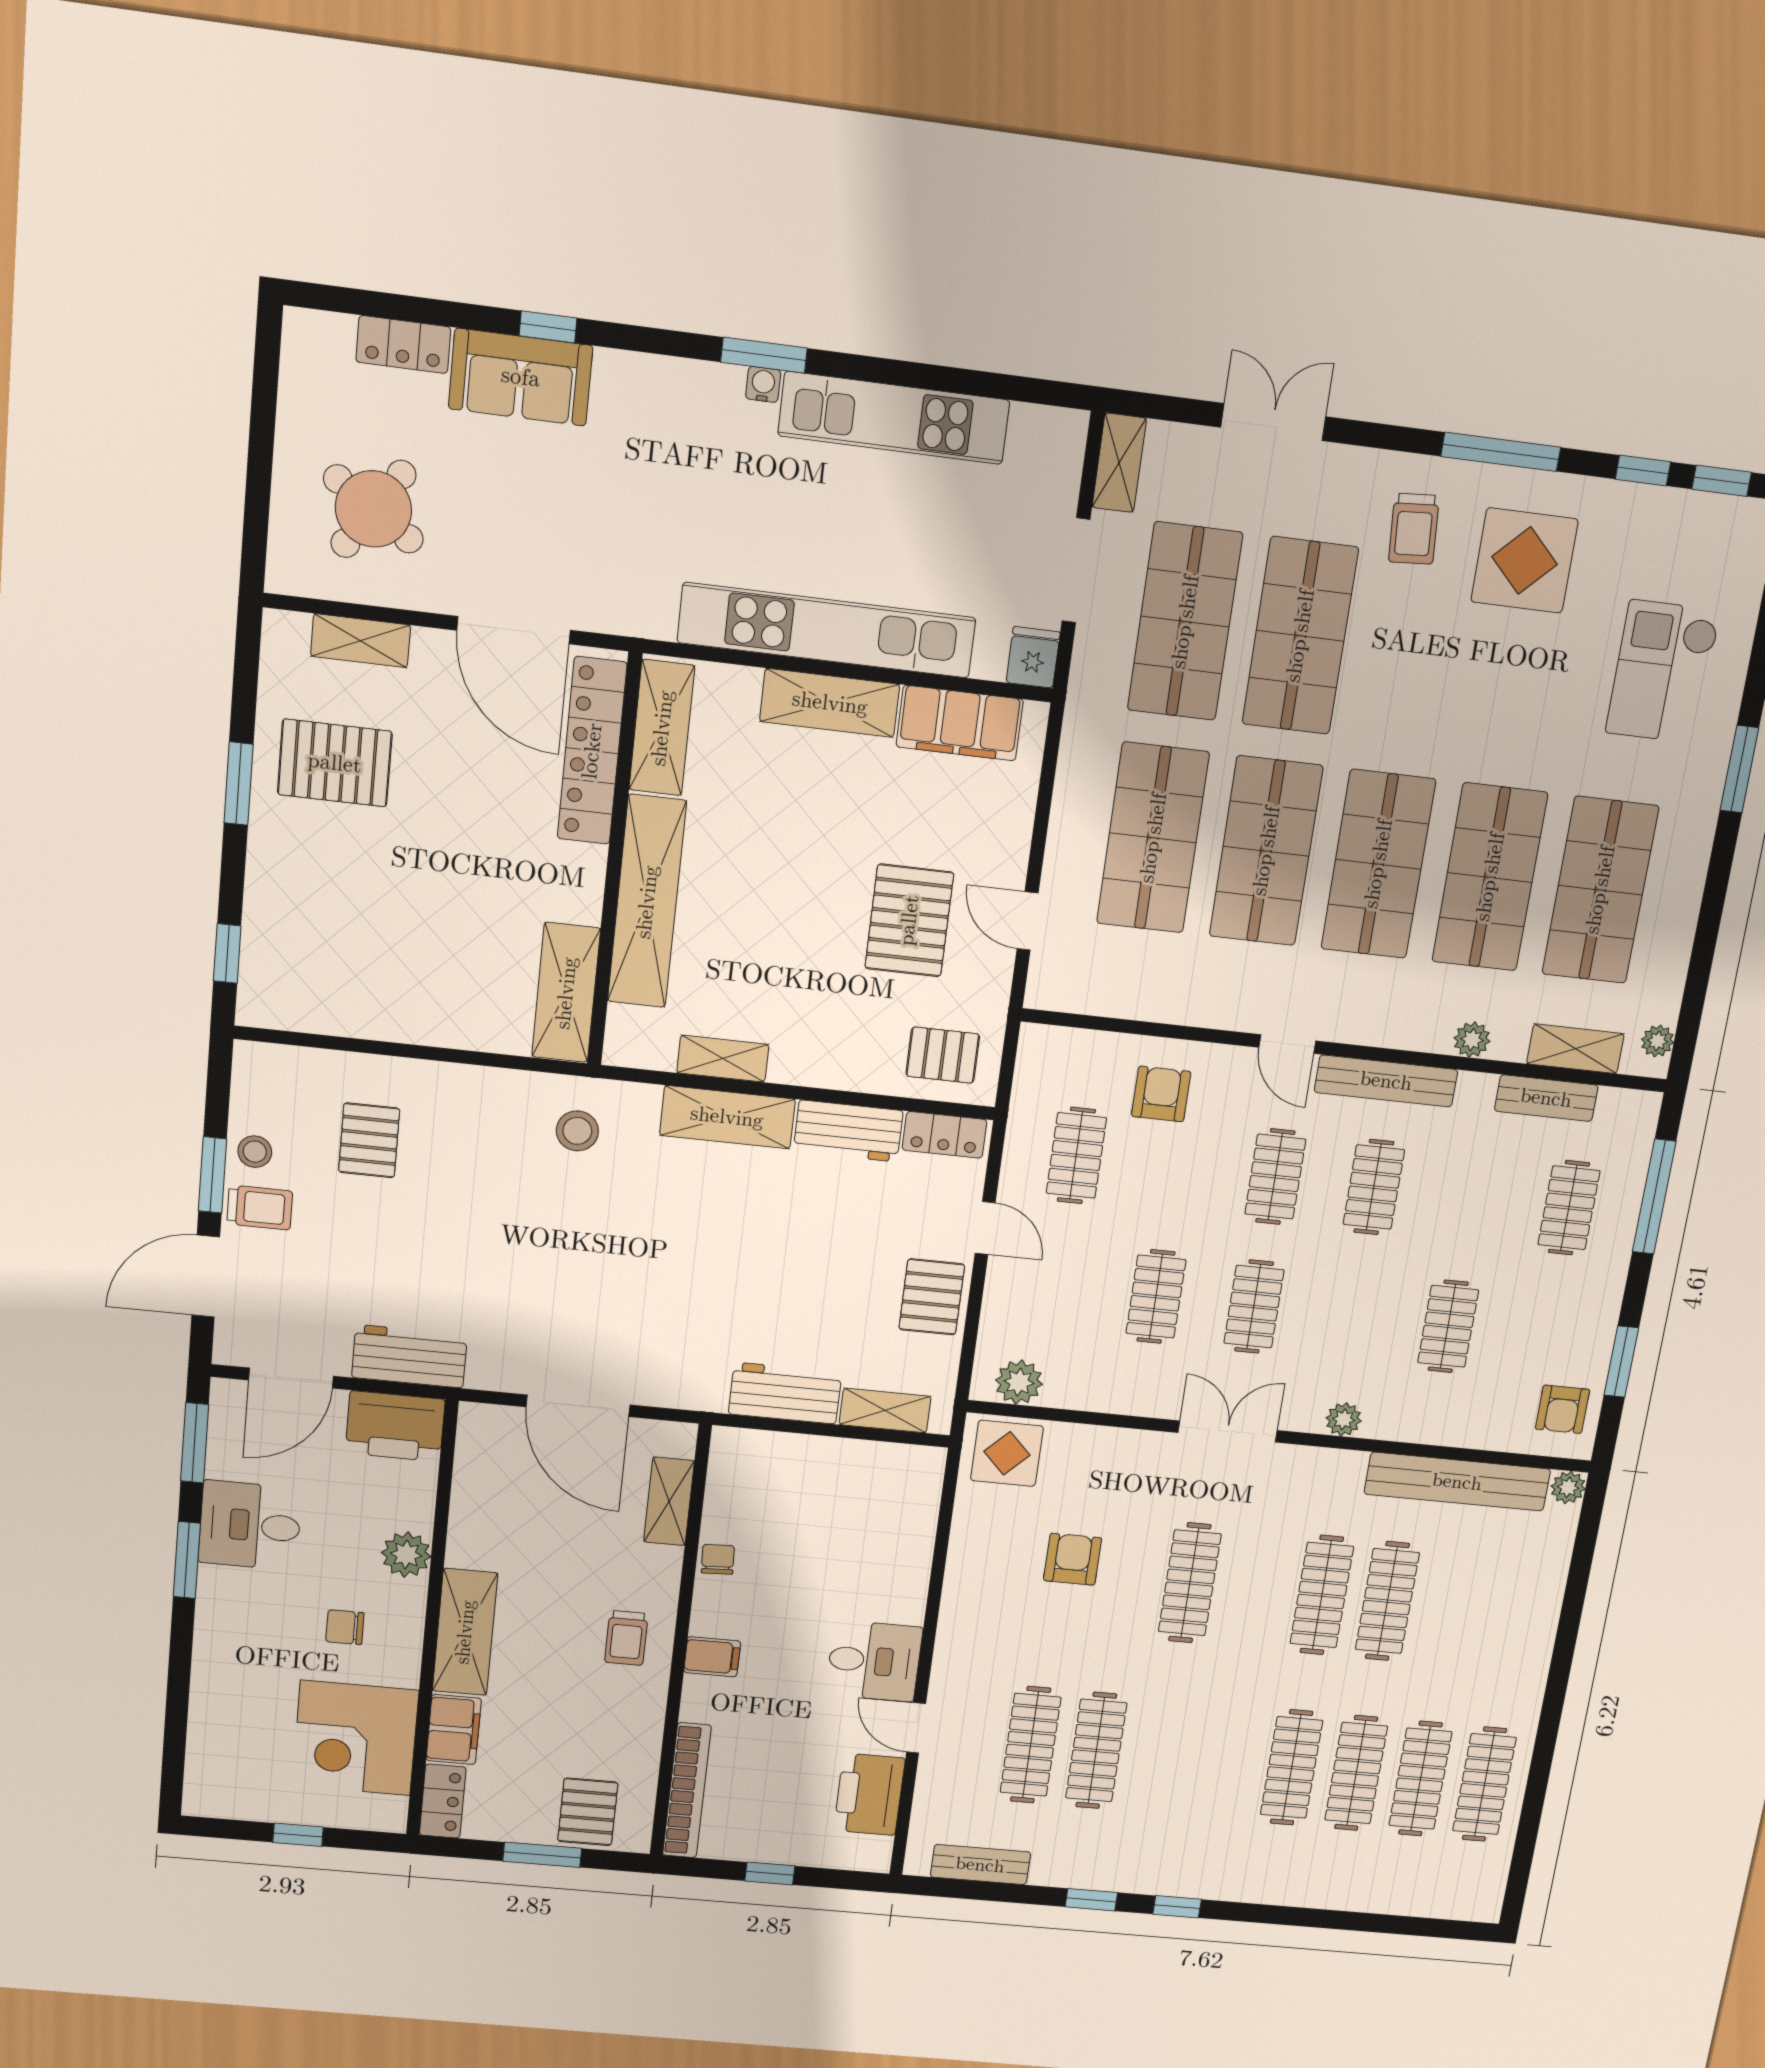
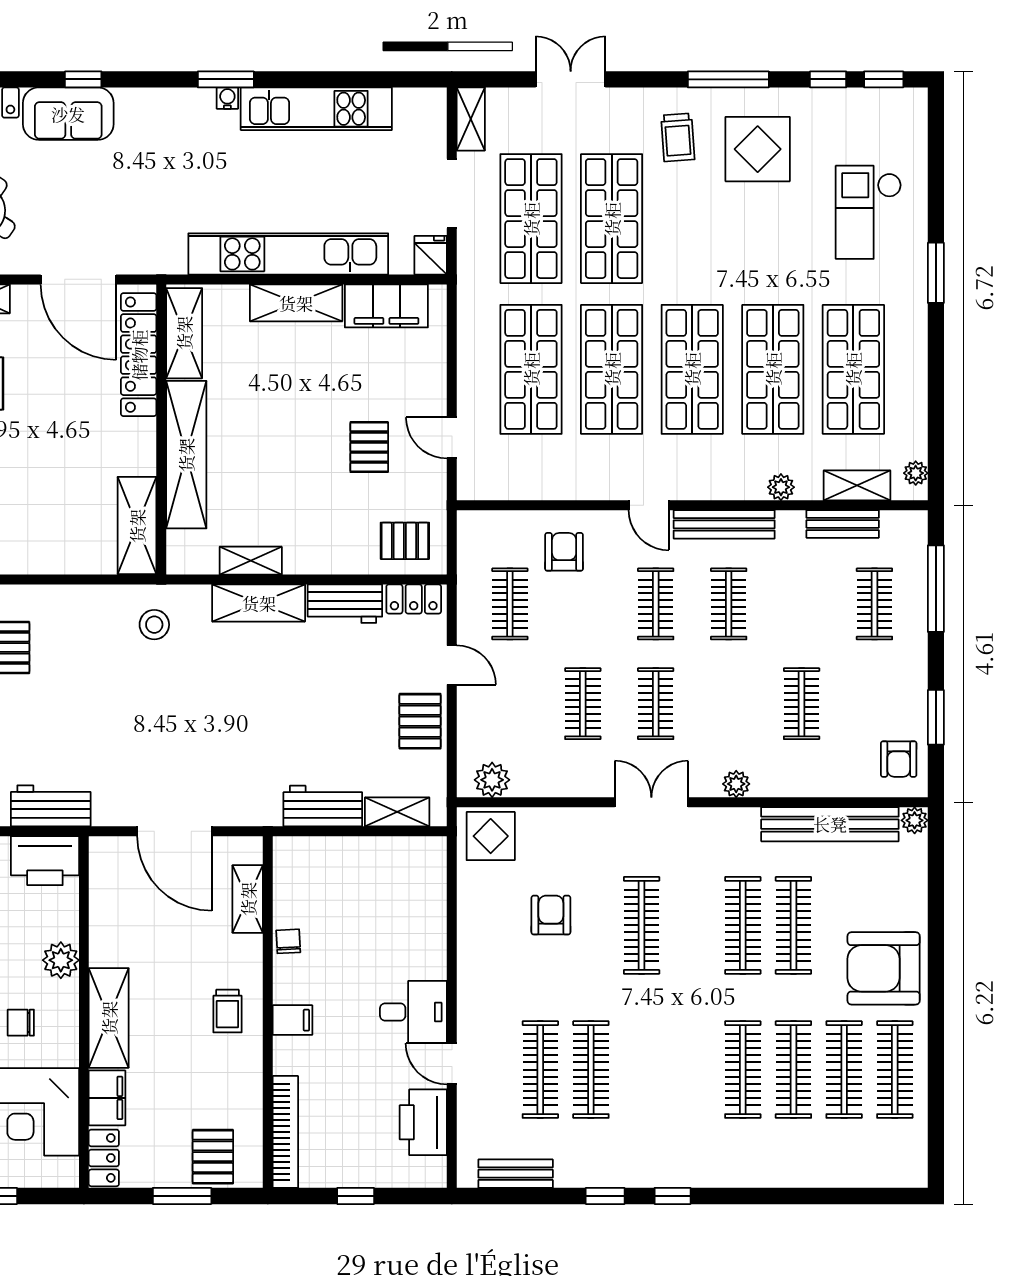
pallet: (909, 920) -> (369, 447), width x0.67, depth x0.71
armchair: (1493, 1664) -> (884, 968), added

